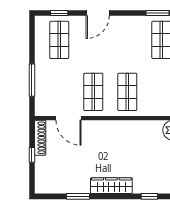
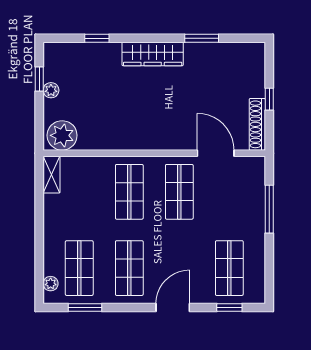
shop shelf: (127, 40) -> (129, 268), added

